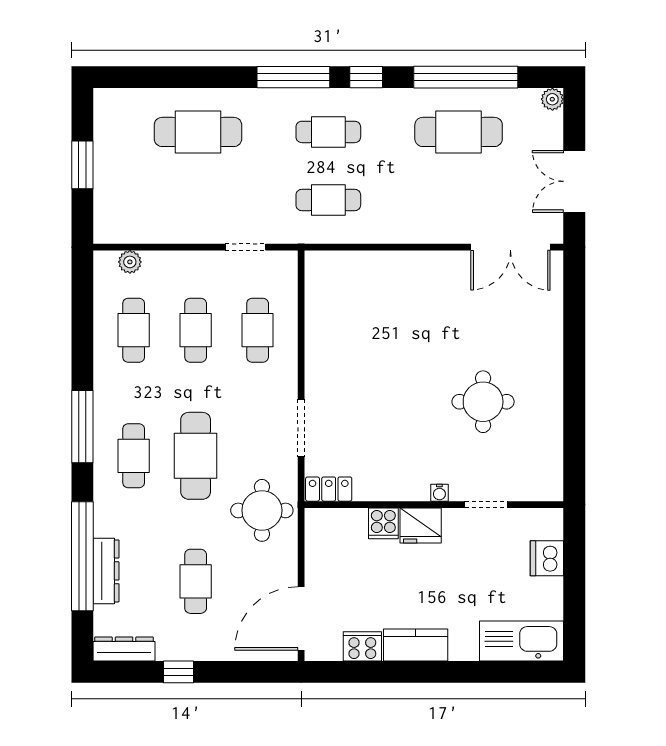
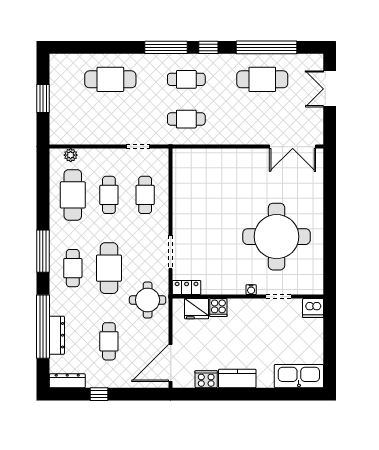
plant: (552, 99) -> (317, 60), removed
double door: (574, 181) -> (330, 89), moved
cafe table: (134, 330) -> (73, 195), width x1.37, depth x1.35
round table: (483, 402) -> (277, 237), width x1.86, depth x1.86
fridge: (421, 525) -> (197, 309), moved
dishwasher: (547, 558) -> (313, 308), moved, turned -90

